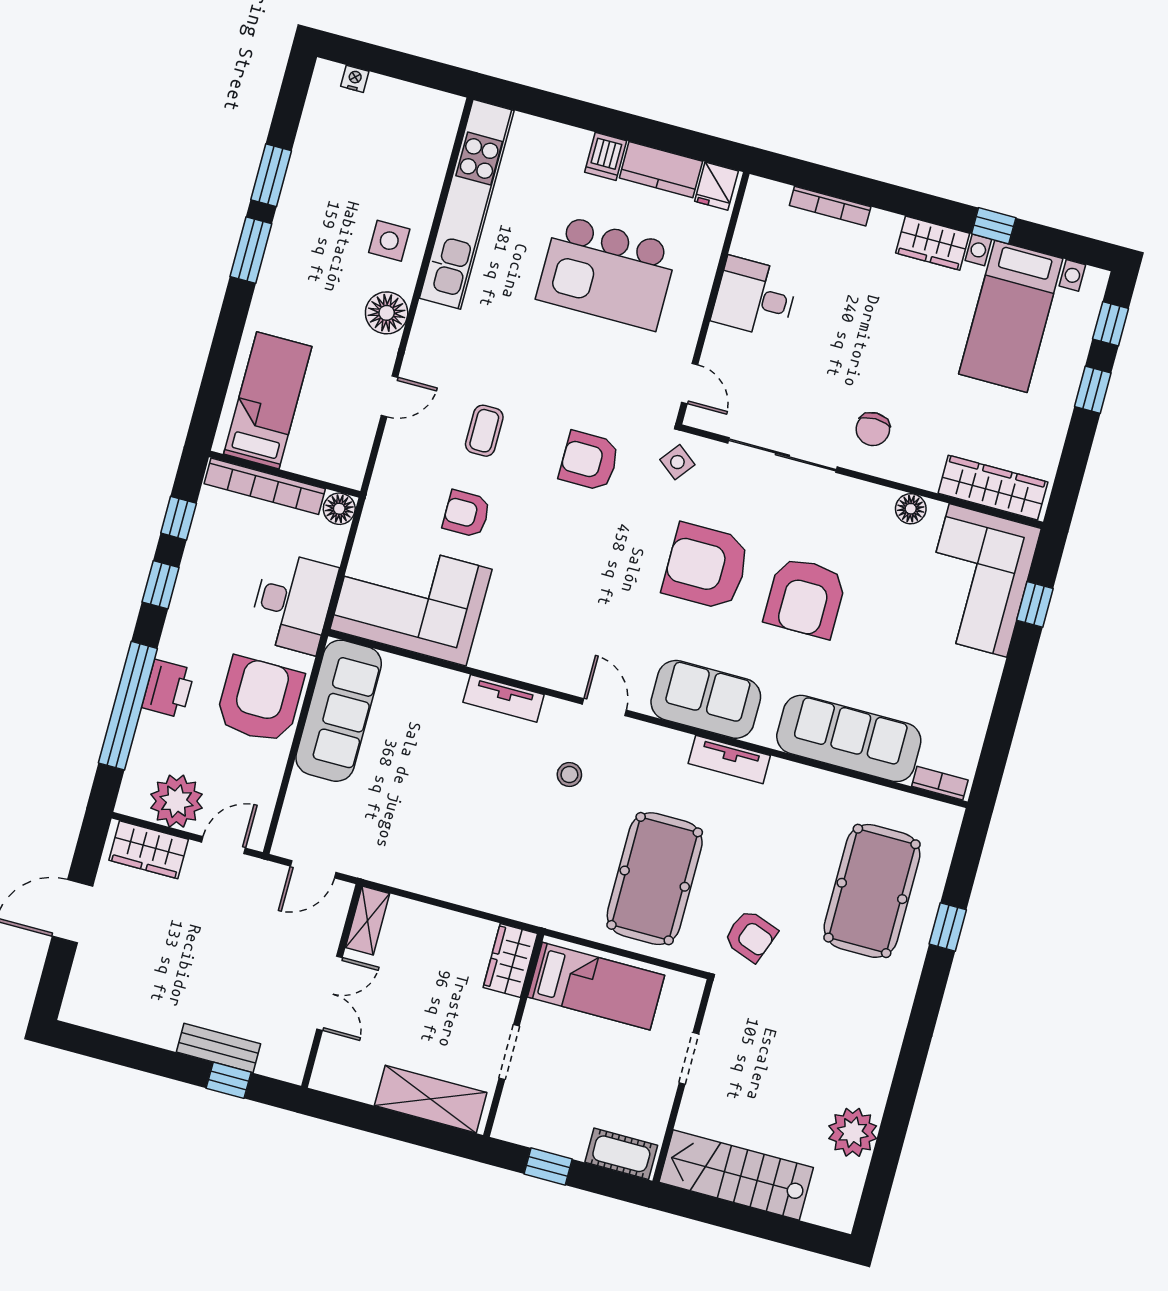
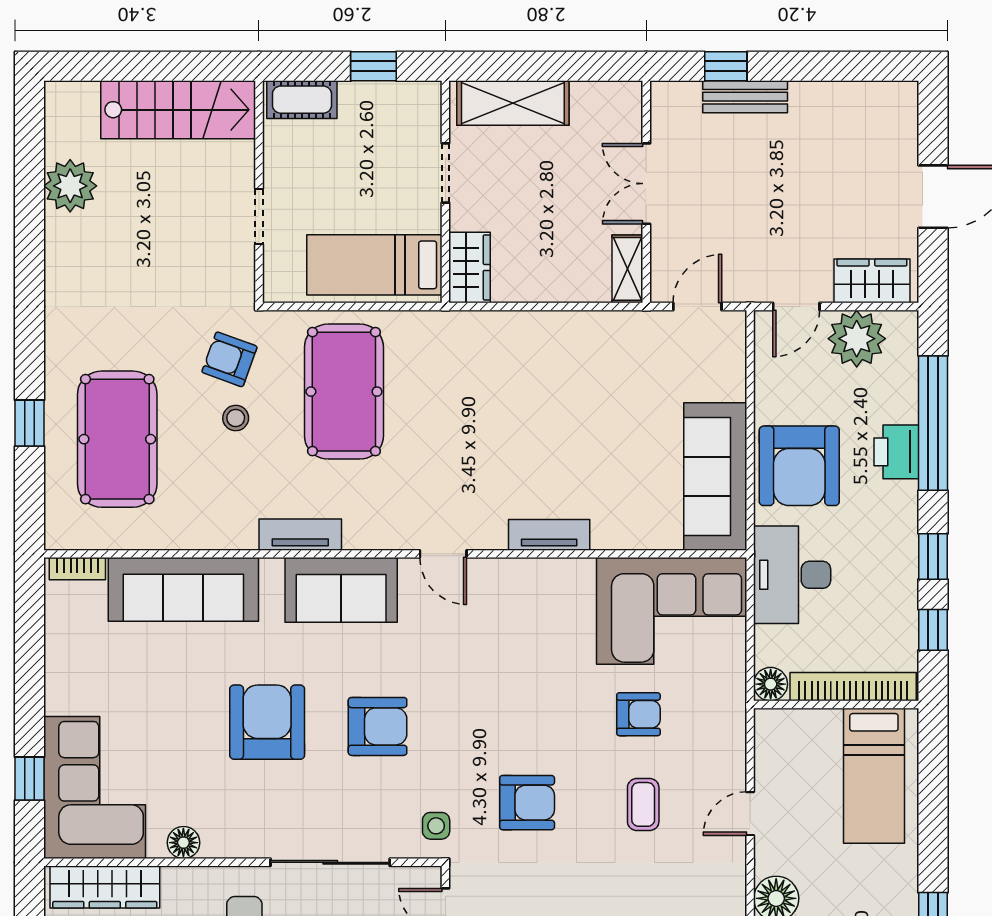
side table: (677, 462) -> (436, 826), turned -38
armchair: (706, 567) -> (378, 726), width x0.73, depth x0.73
stool: (569, 775) -> (236, 418), moved

